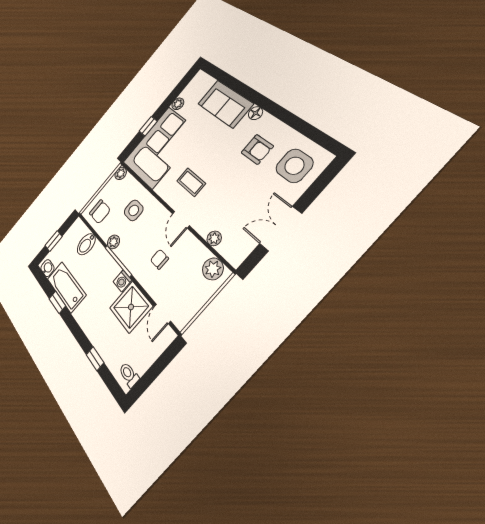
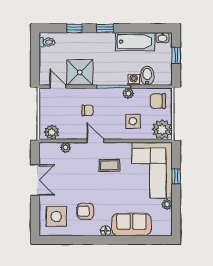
plant: (121, 173) -> (162, 129), width x1.88, depth x1.88
washing machine: (122, 281) -> (134, 80), moved
window: (57, 302) -> (105, 28), moved

